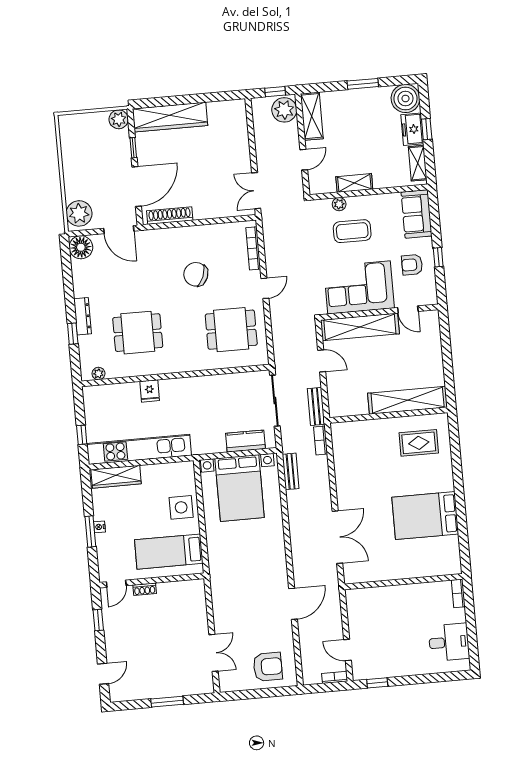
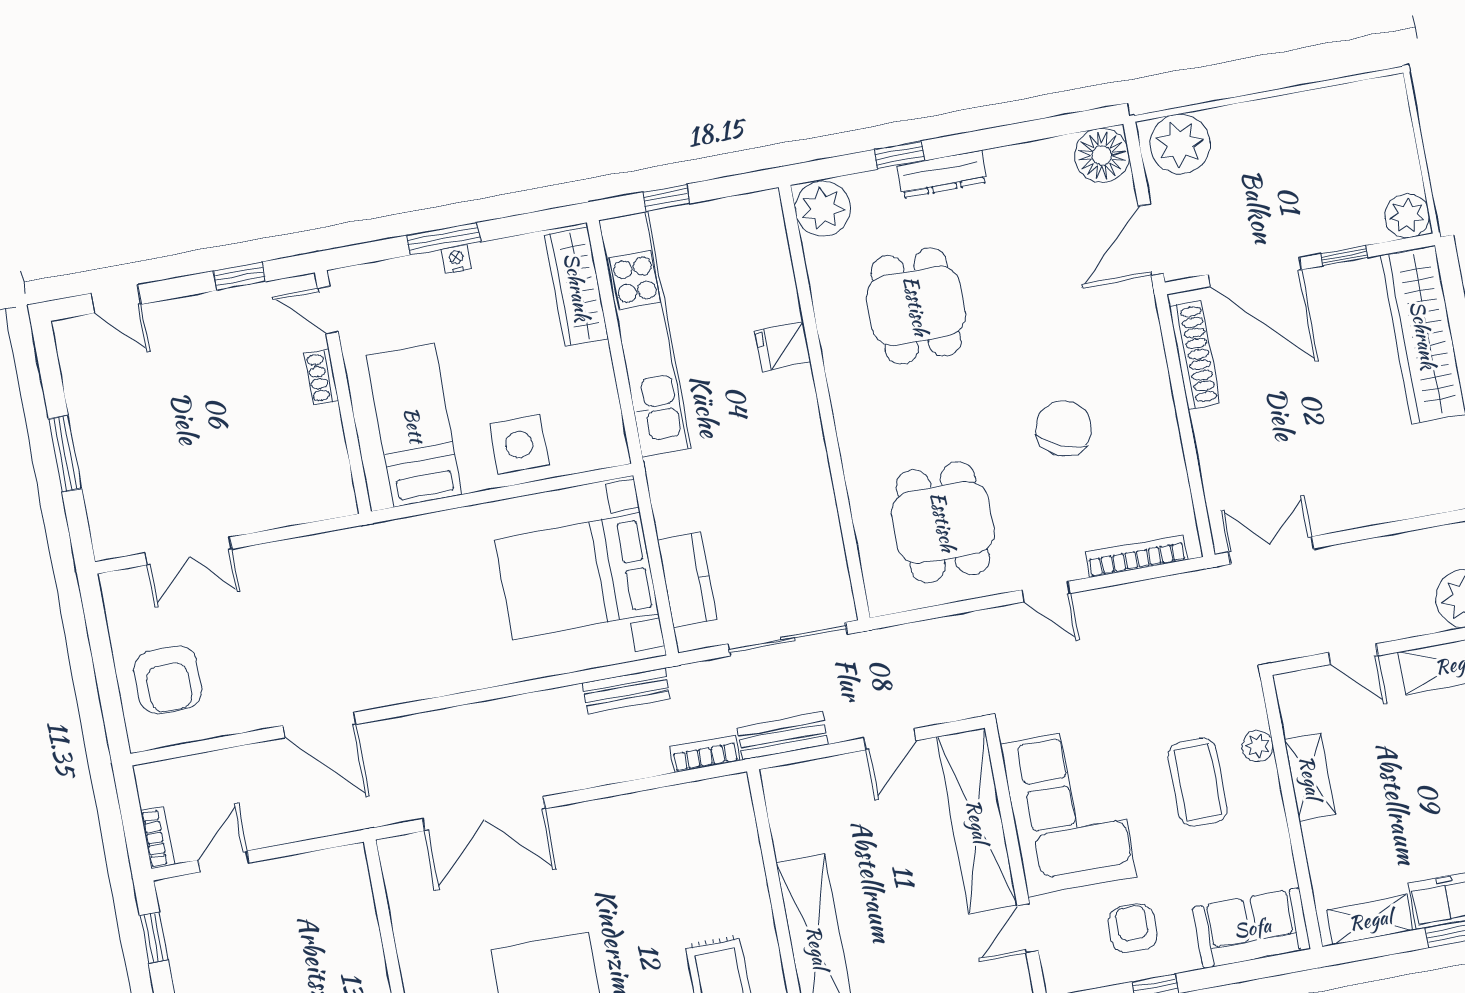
plant: (98, 374) -> (823, 209), width x1.88, depth x1.88

